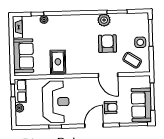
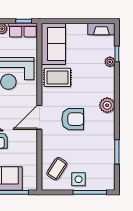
plant: (104, 20) -> (107, 105), moved
armchair: (107, 44) -> (73, 119), moved
sofa: (23, 56) -> (53, 44), moved, turned -90
door: (108, 75) -> (39, 117), moved

